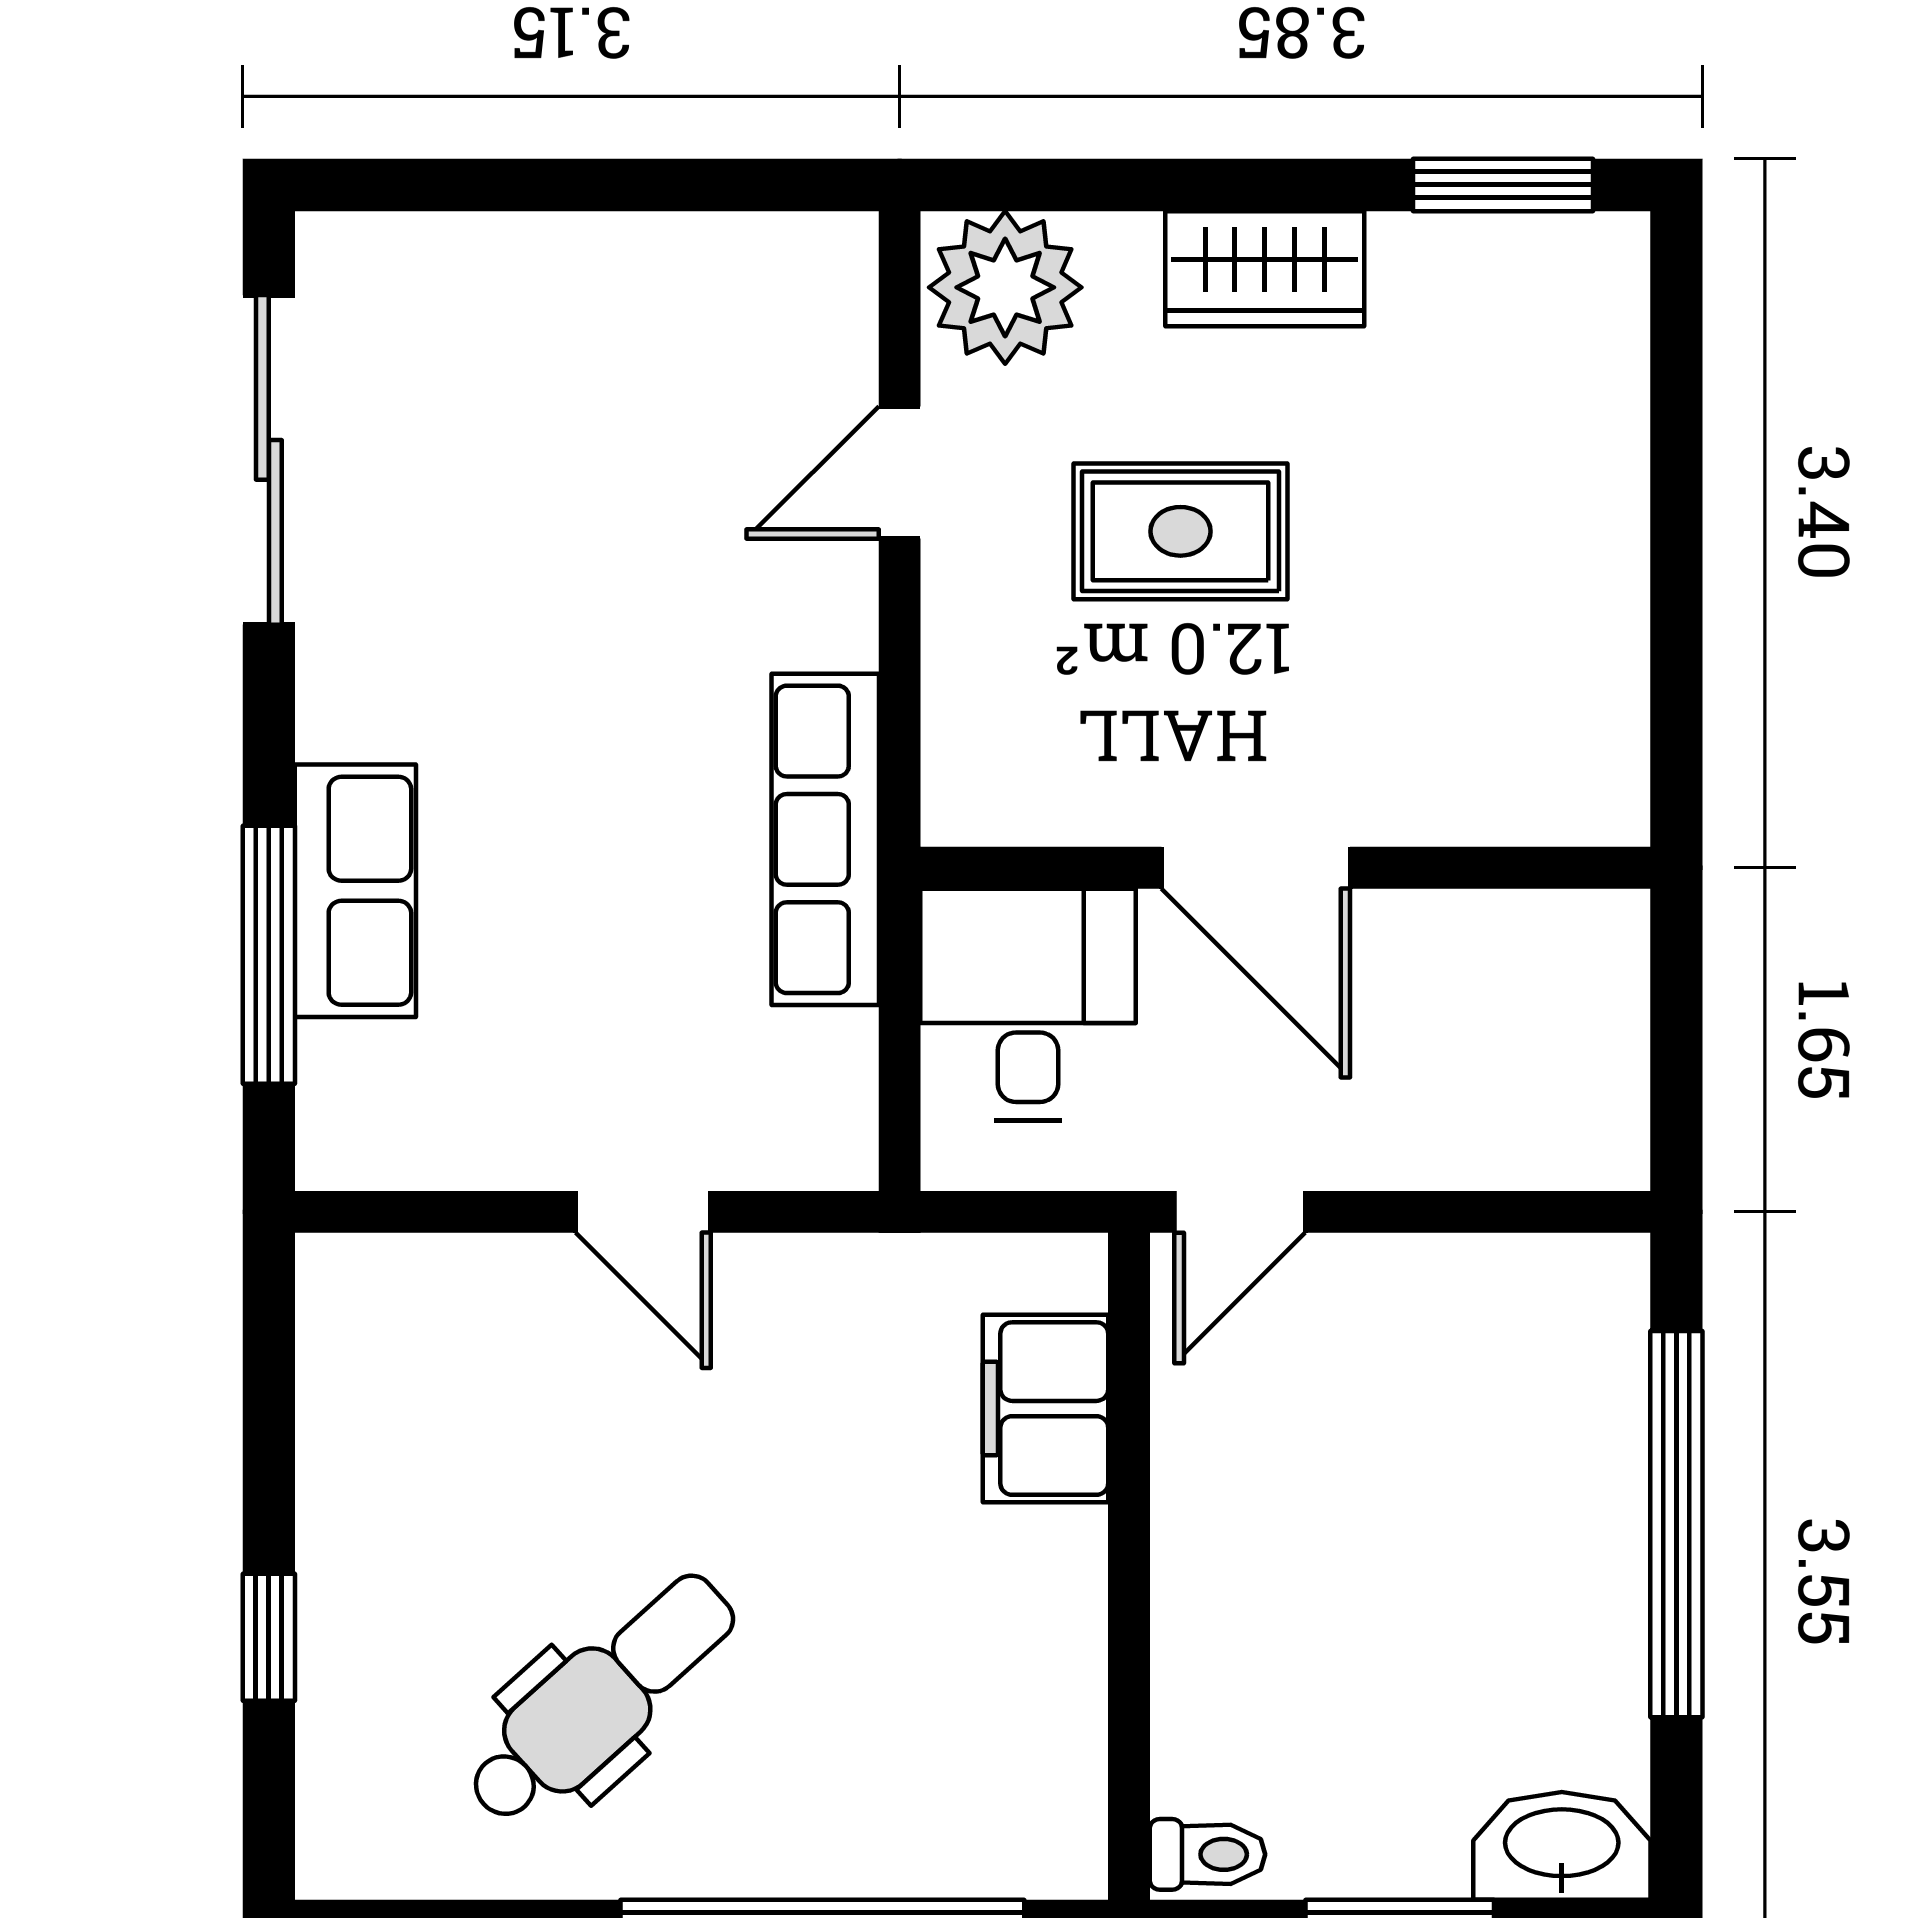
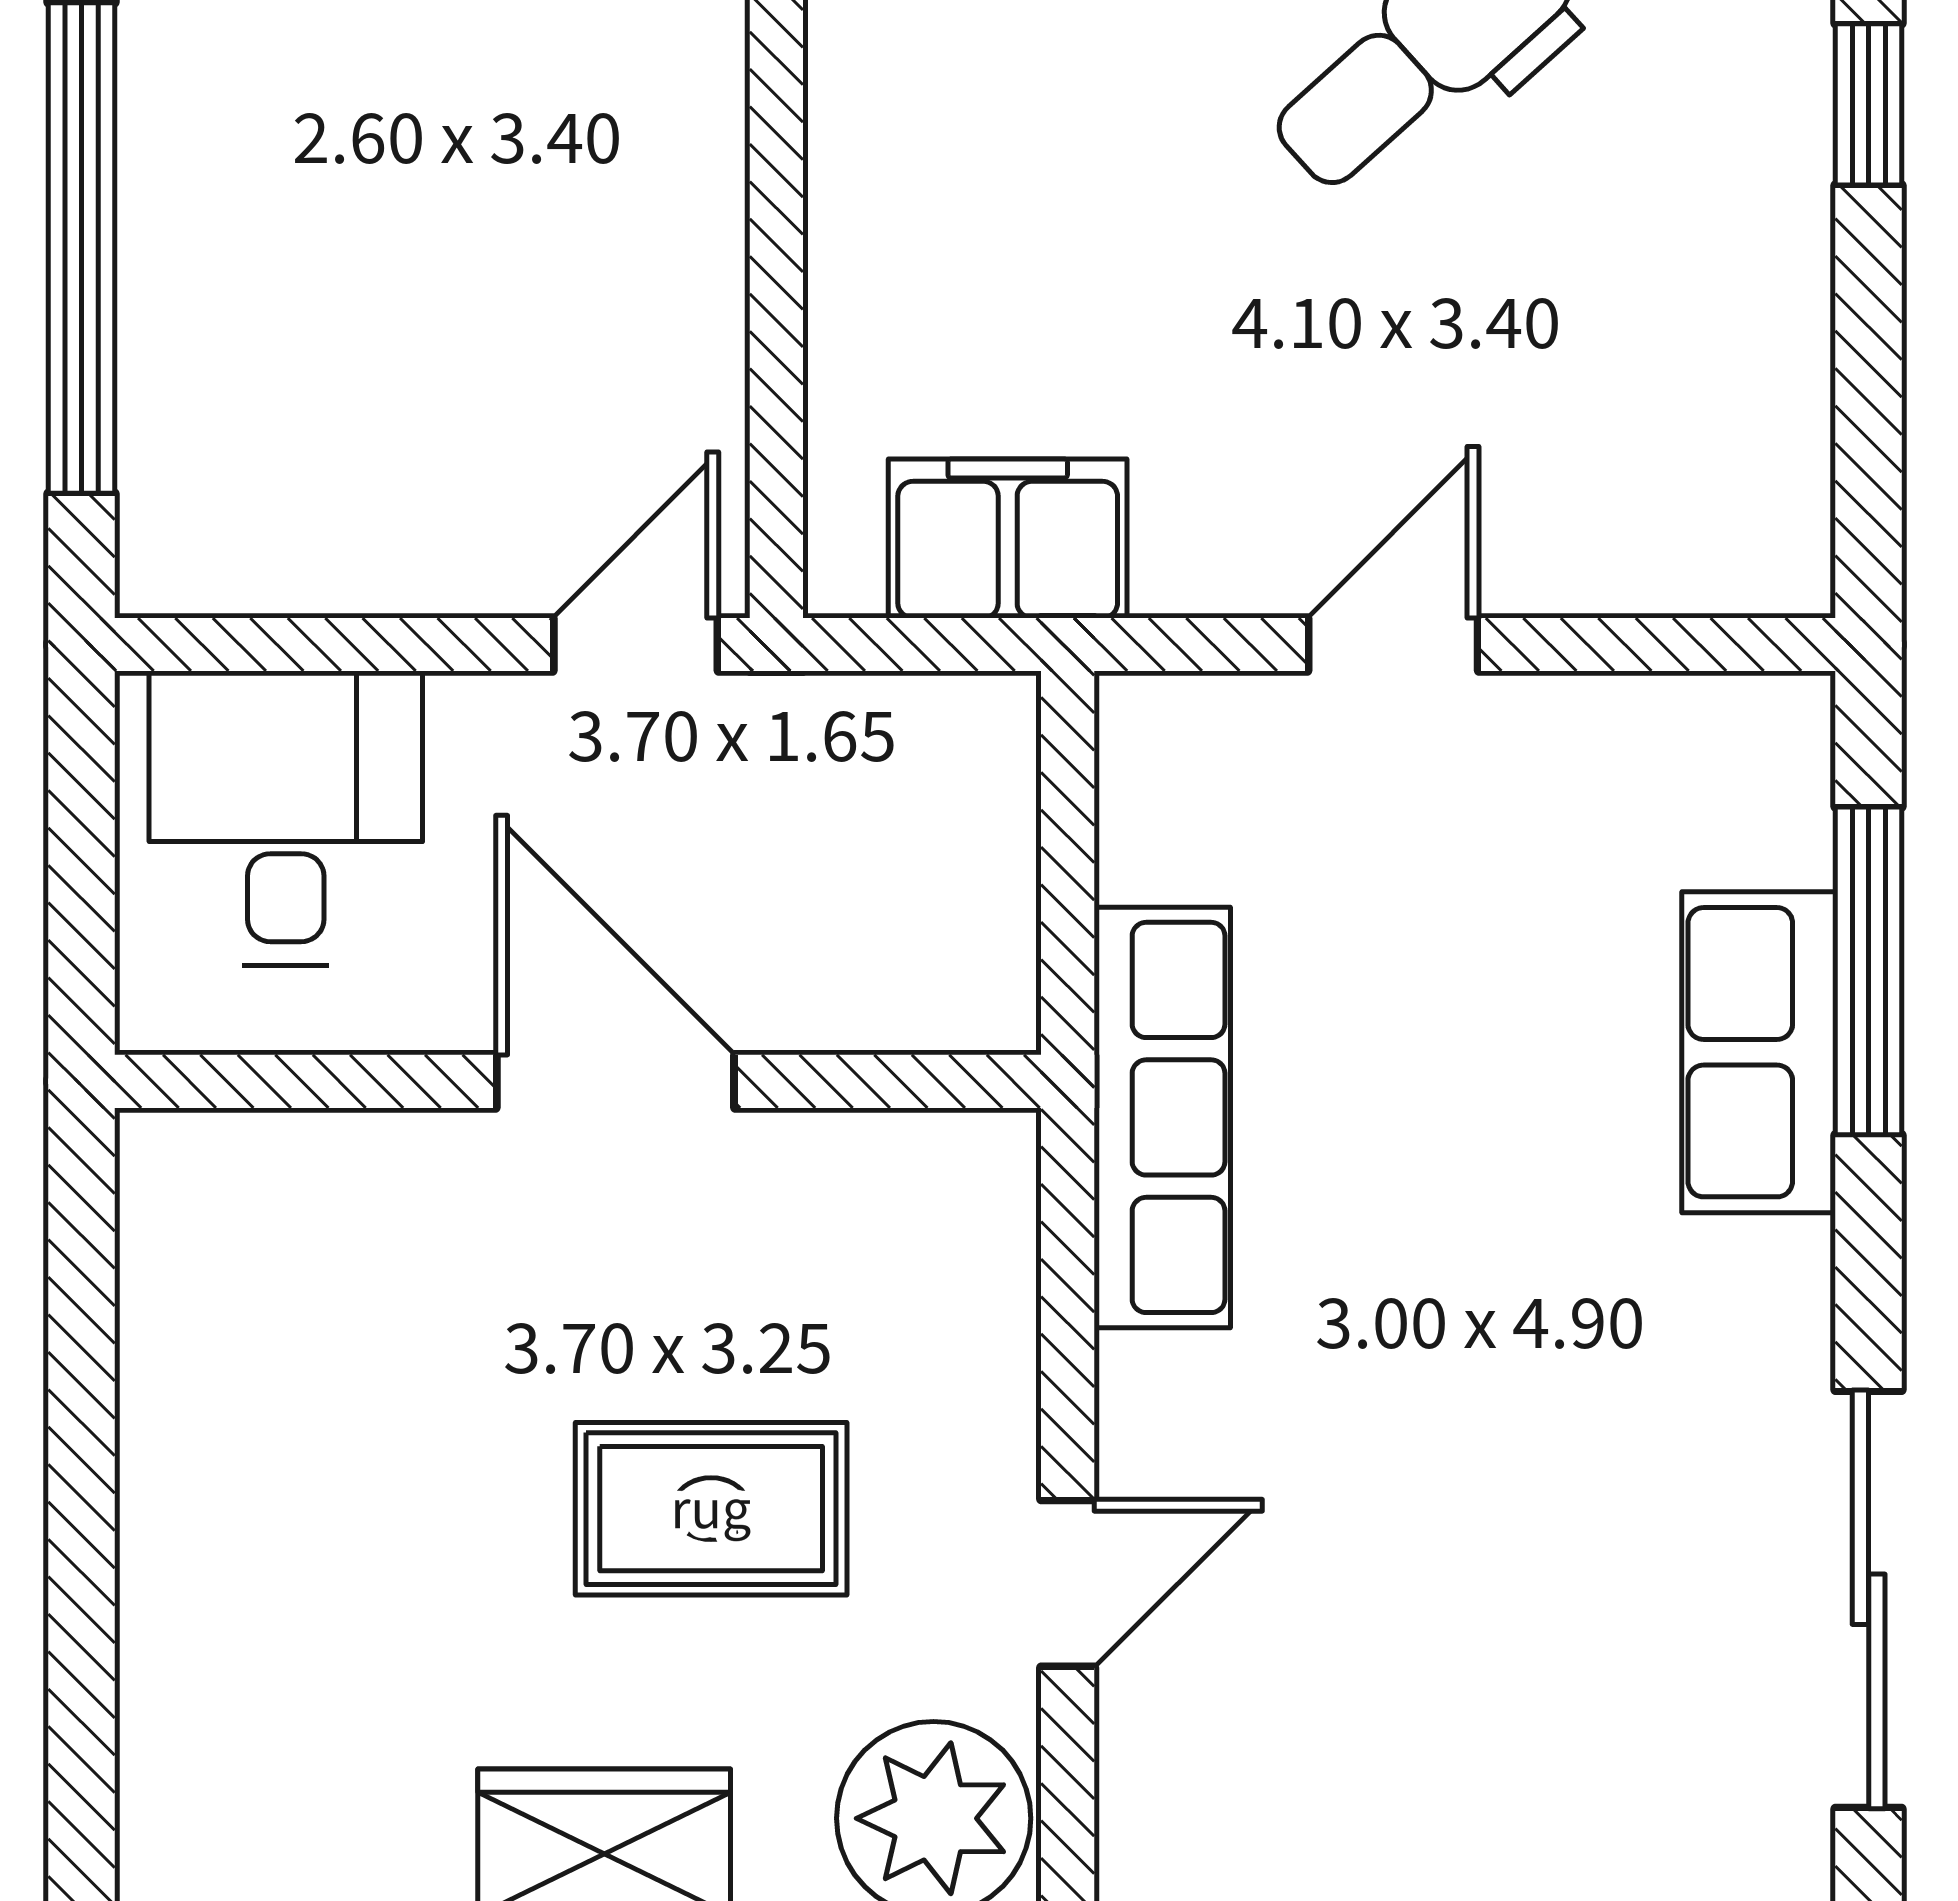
desk: (1028, 1005) -> (286, 818), moved, turned 180
door: (643, 1212) -> (1393, 644), hinge flipped
filing cabinet: (1046, 1409) -> (1008, 538), moved, turned -90

